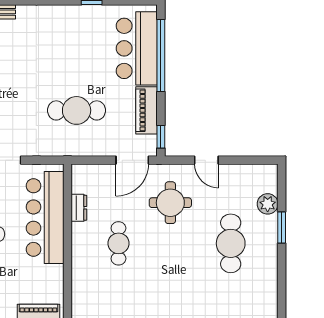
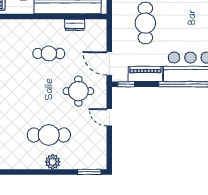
door: (206, 160) -> (109, 117), hinge flipped
plant: (268, 204) -> (53, 162), moved
window: (282, 228) -> (89, 172), moved

